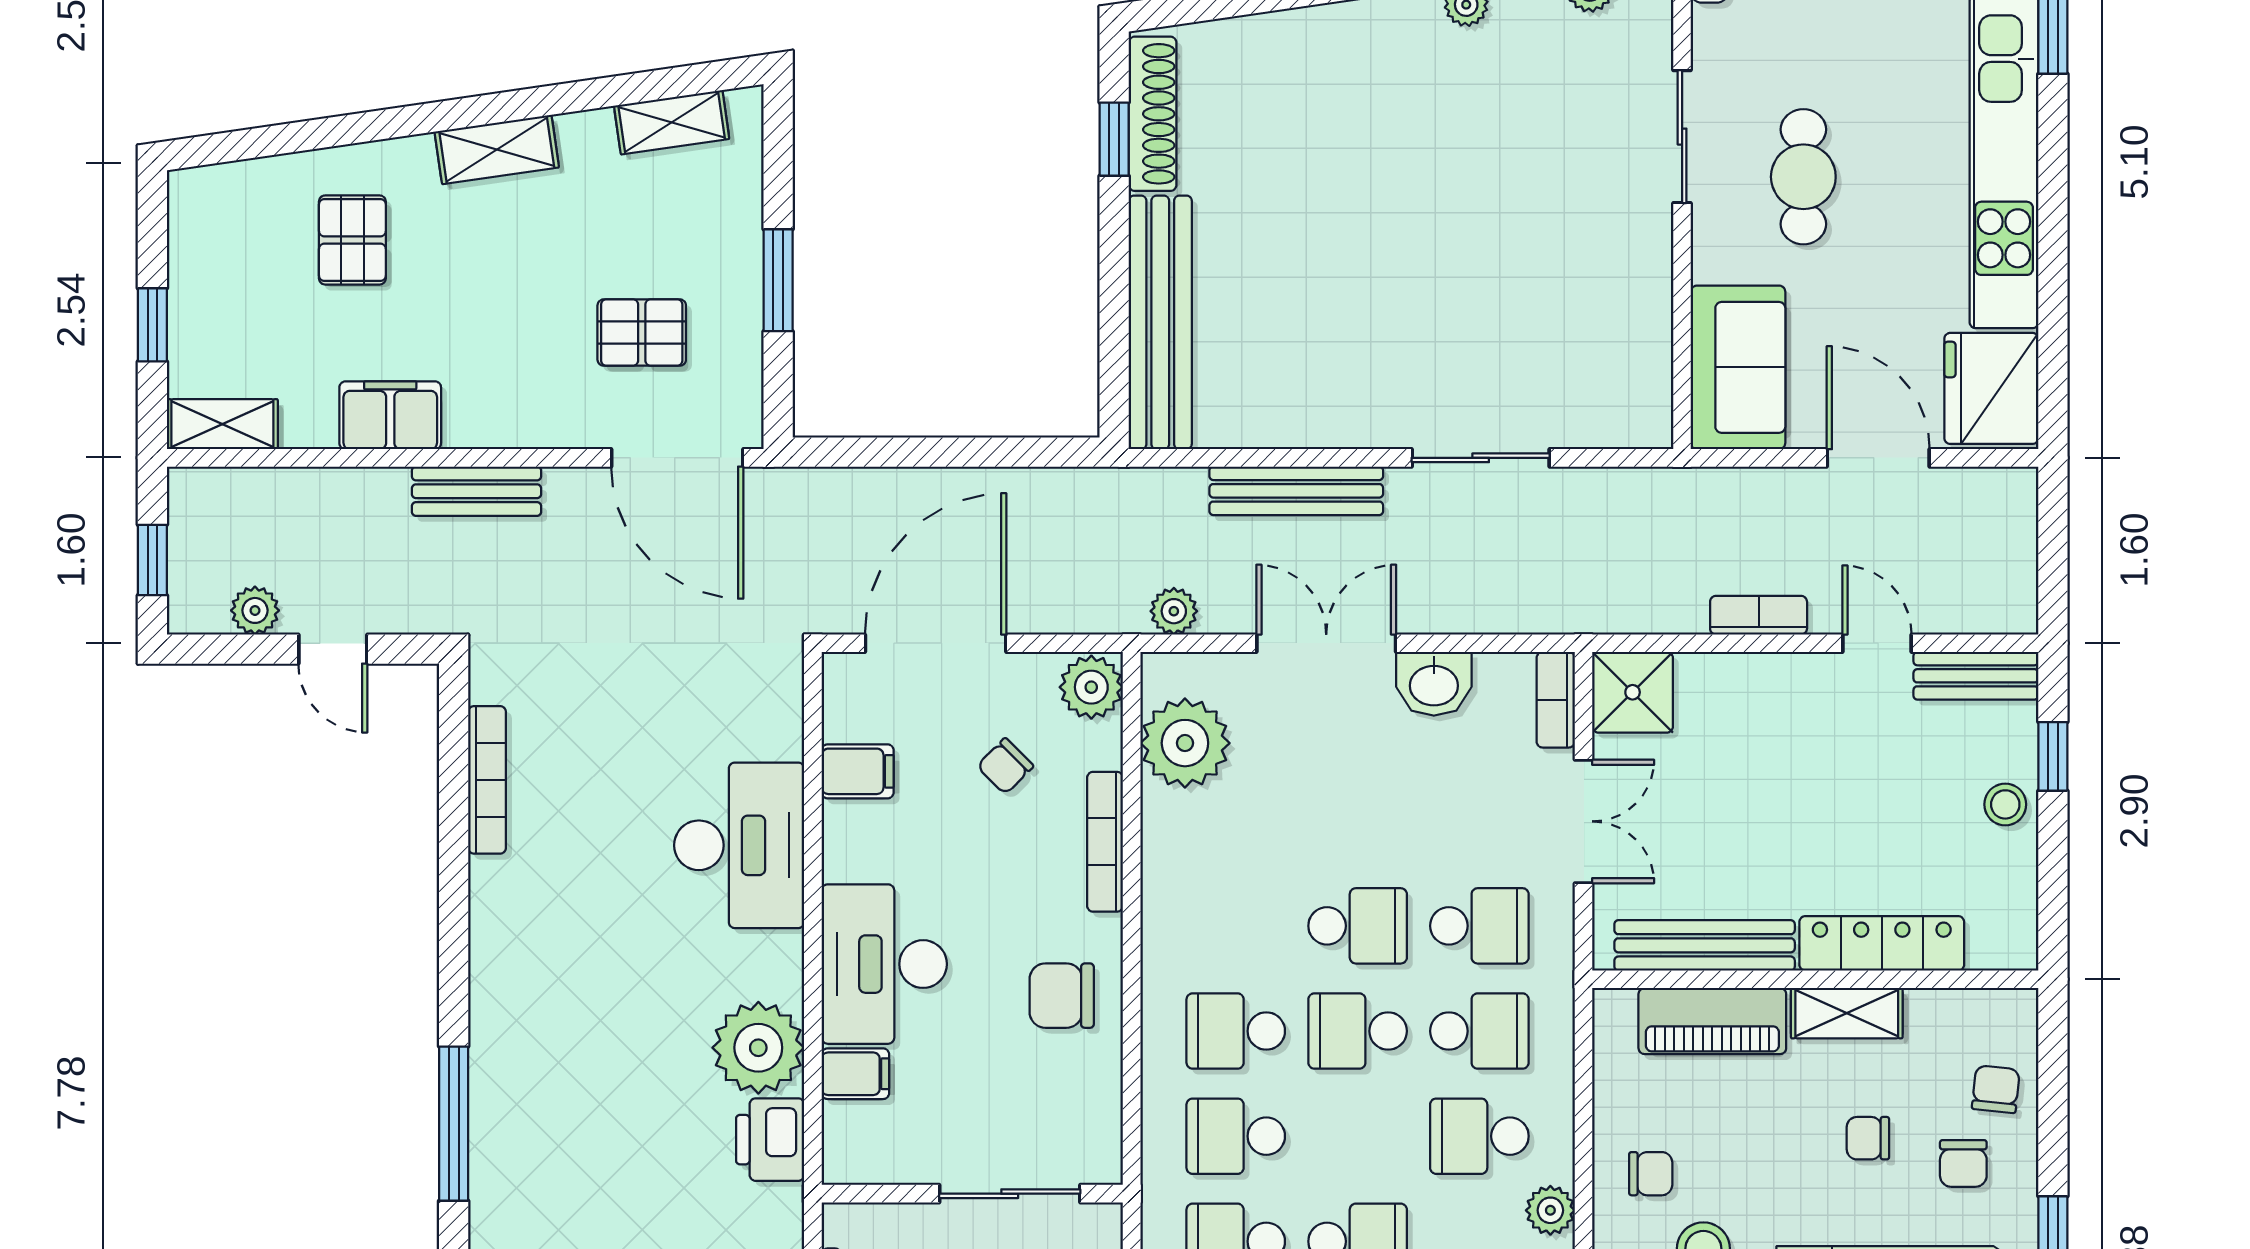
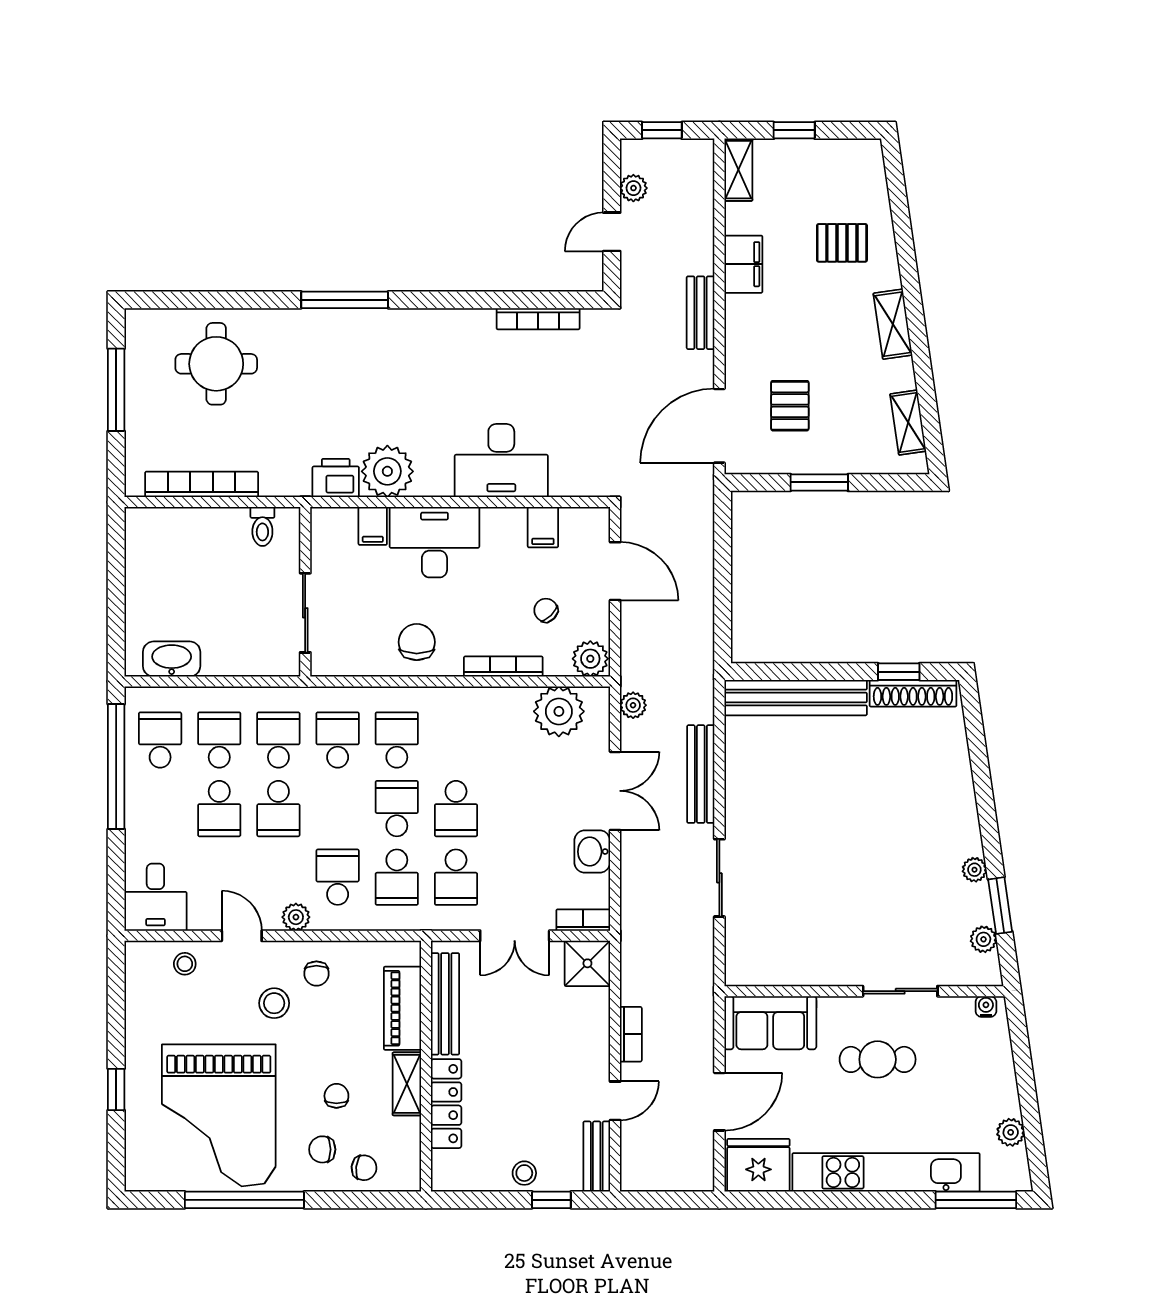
door: (936, 643) -> (615, 571), width x0.73

